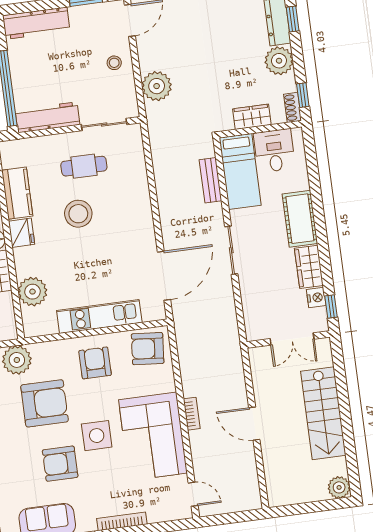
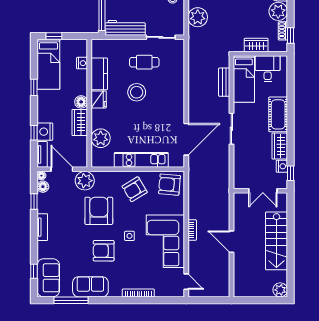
shoe rack: (292, 107) -> (283, 31), moved
armchair: (95, 363) -> (135, 189), turned -121
armchair: (45, 403) -> (99, 211), turned -90
side table: (97, 436) -> (129, 236), width x0.54, depth x0.54

